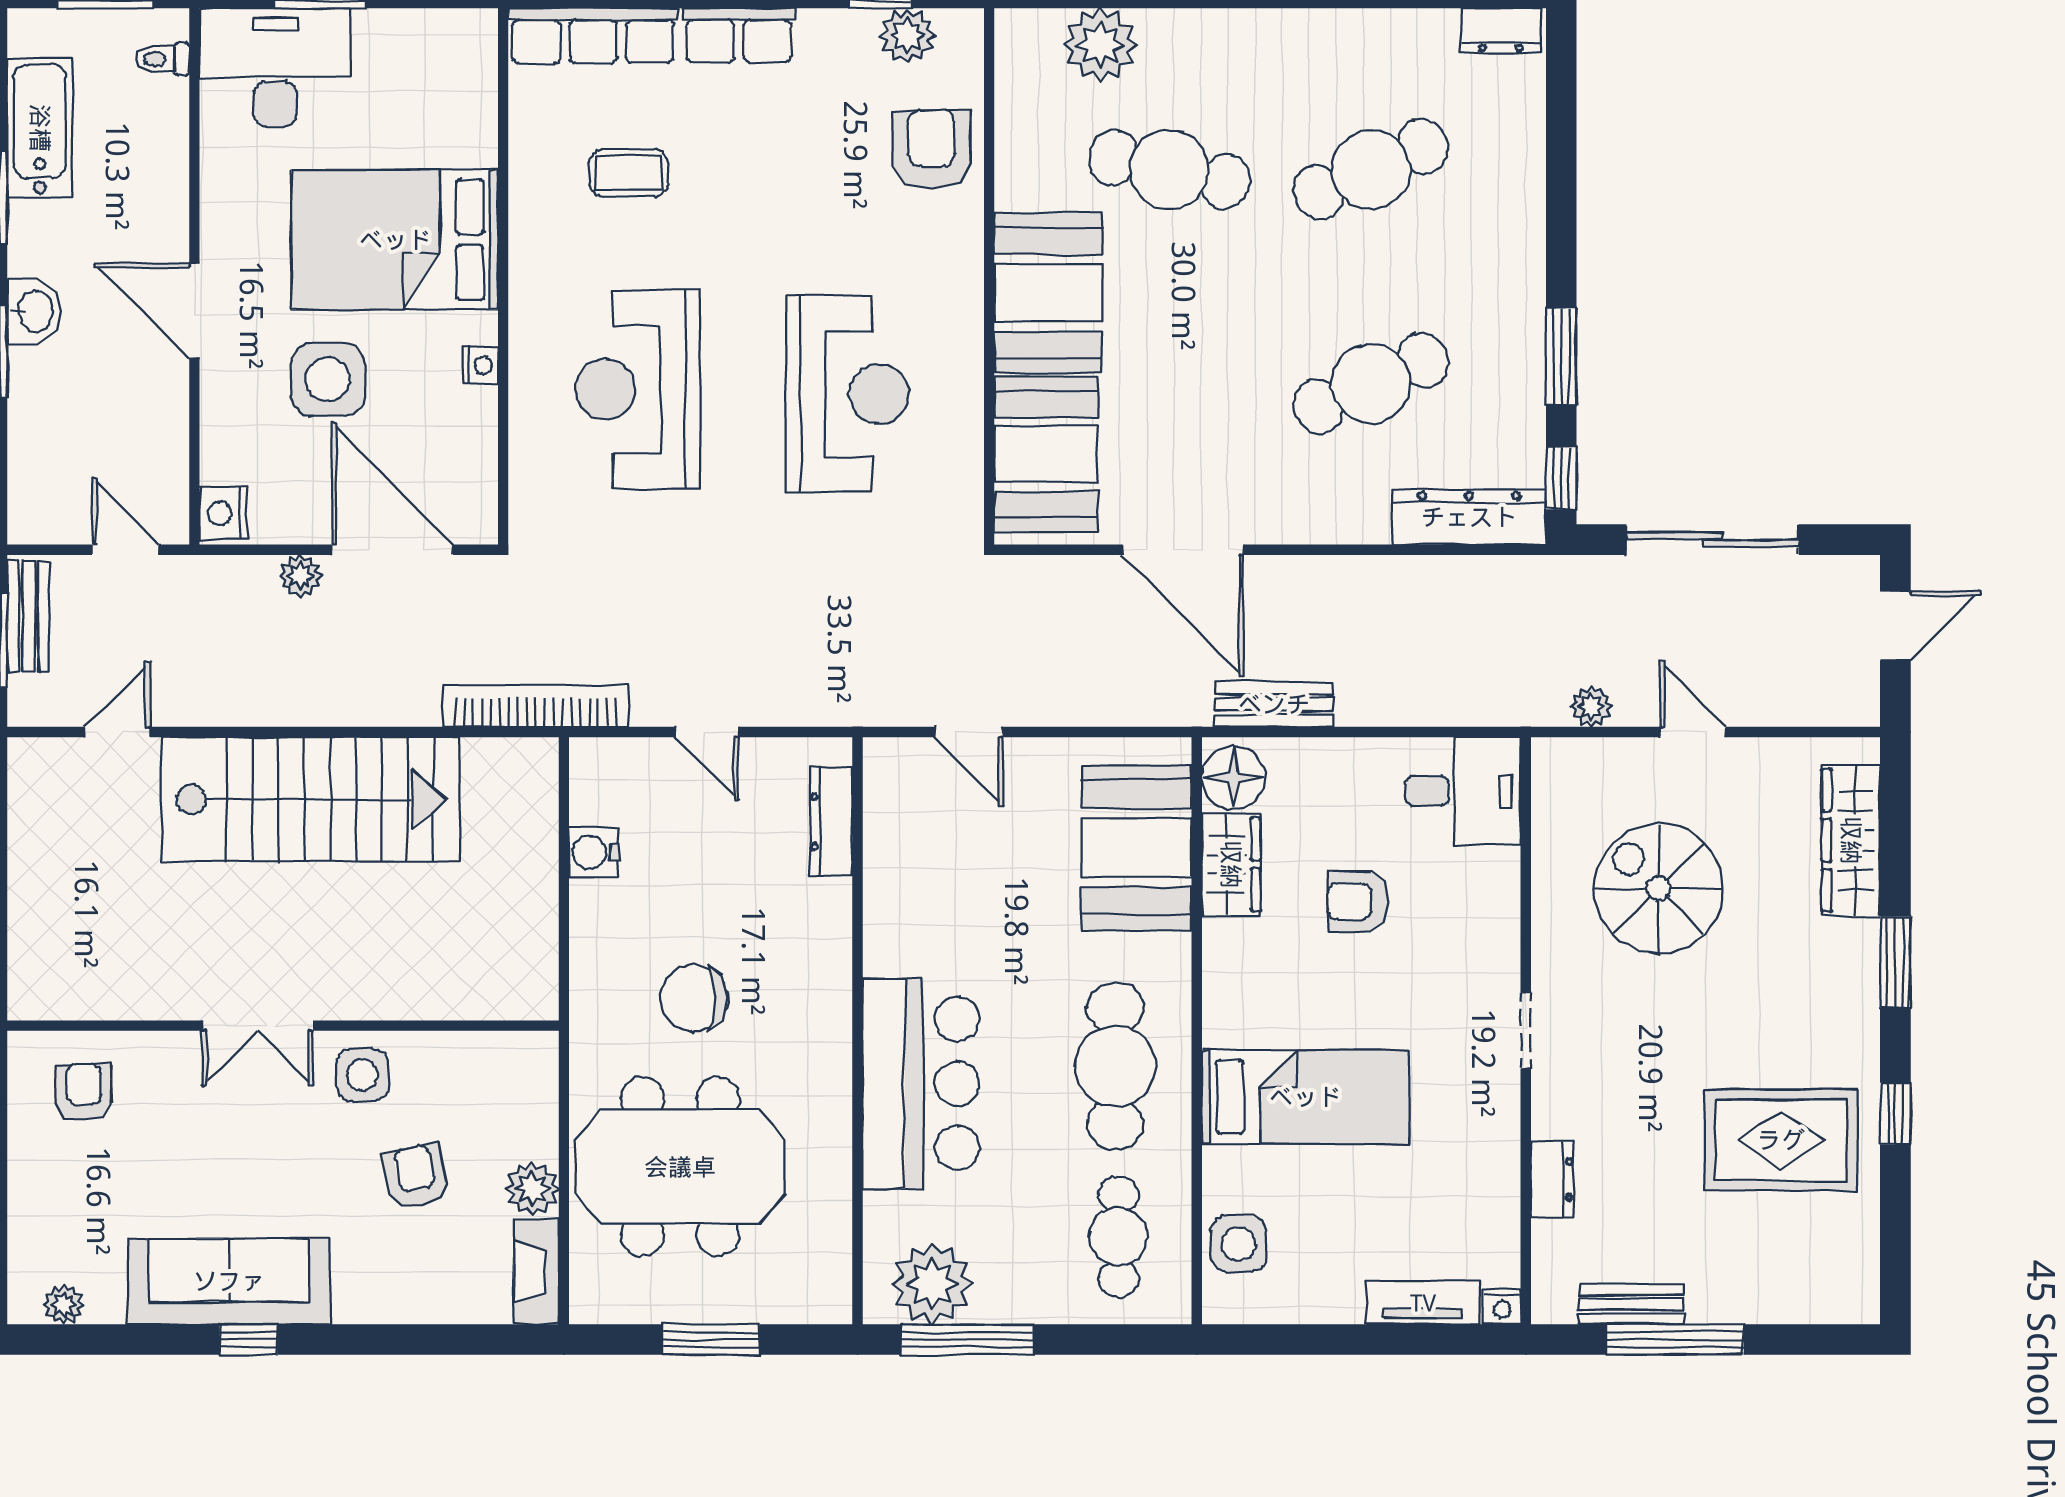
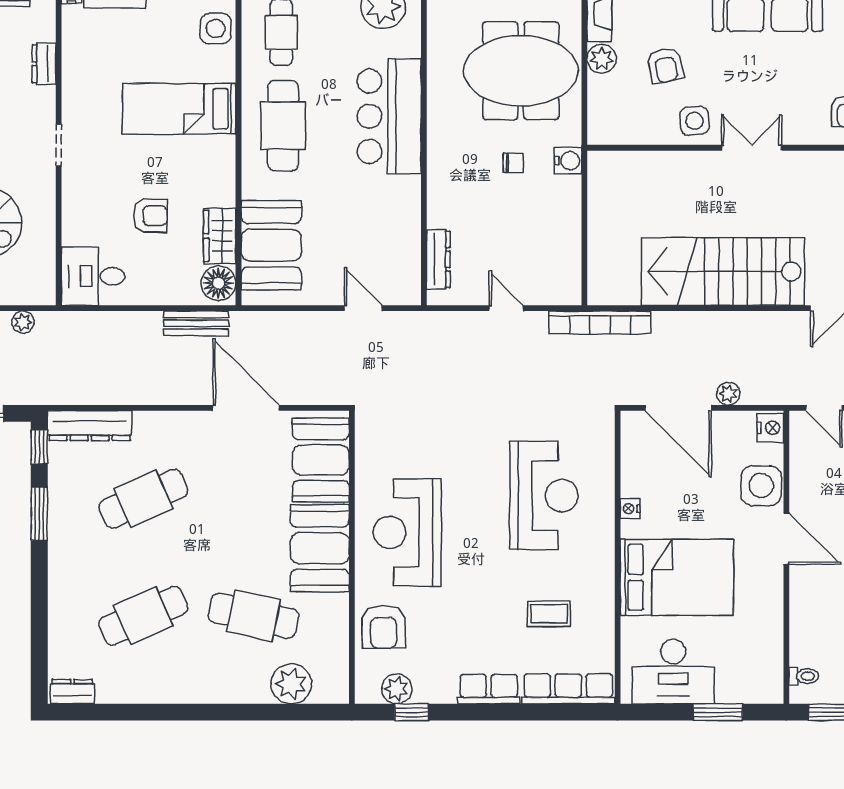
desk: (275, 67) -> (673, 672), moved
side table: (328, 379) -> (761, 486), moved
reception desk: (847, 394) -> (407, 532), moved
water cooler: (594, 852) -> (568, 161), moved
chair: (694, 998) -> (513, 163), width x0.54, depth x0.54

